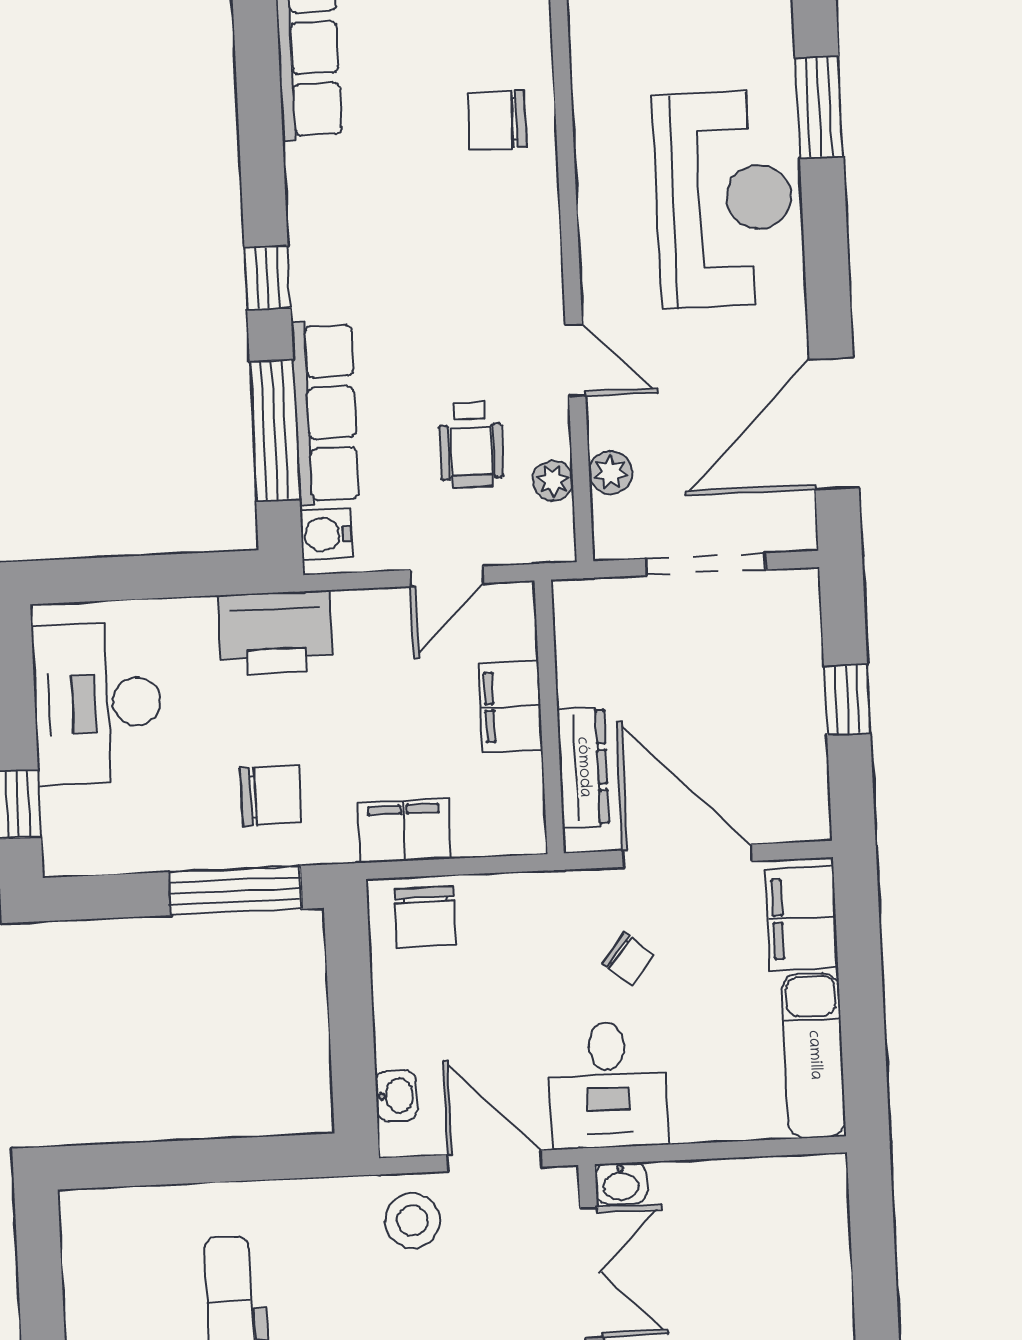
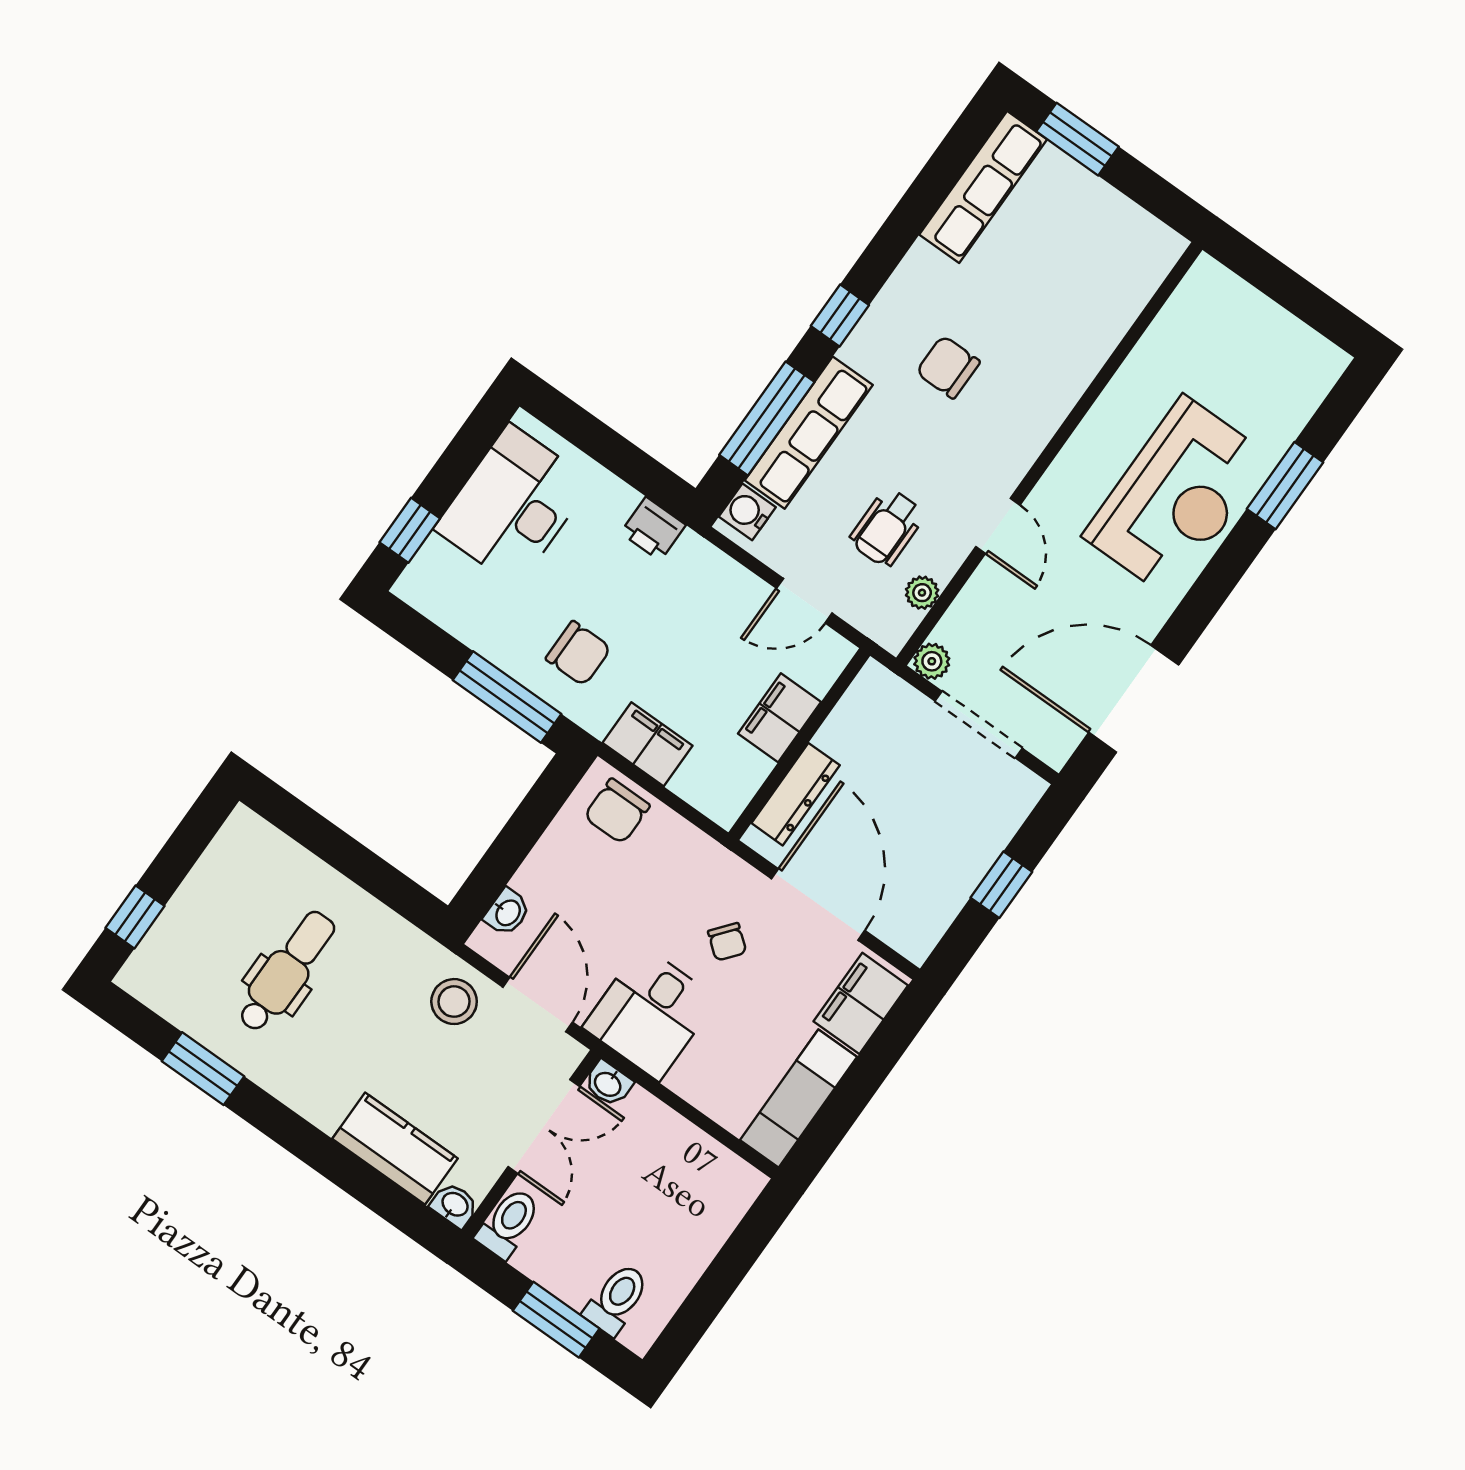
chair: (497, 120) -> (948, 367), moved
plant: (611, 472) -> (932, 661), moved
printer: (275, 633) -> (653, 529), width x0.53, depth x0.68

